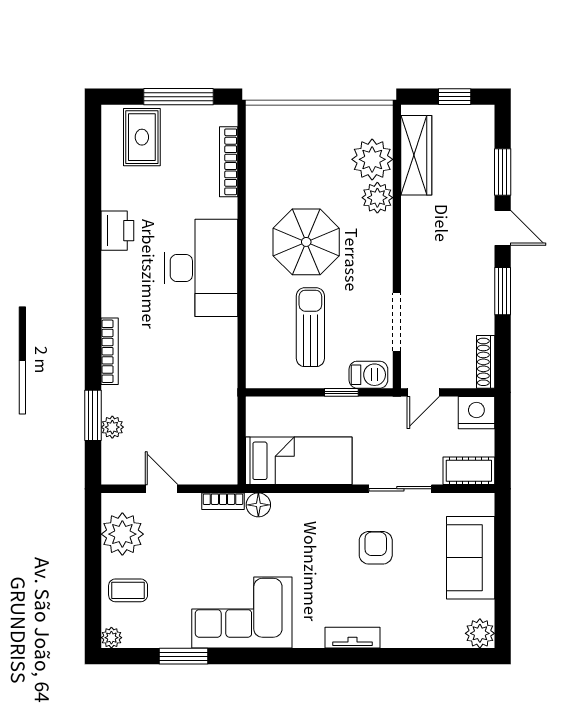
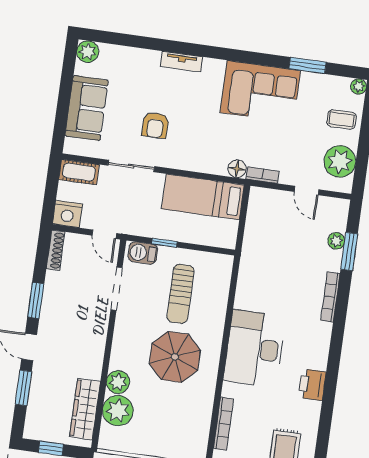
door: (423, 392) -> (104, 234), swing flipped

